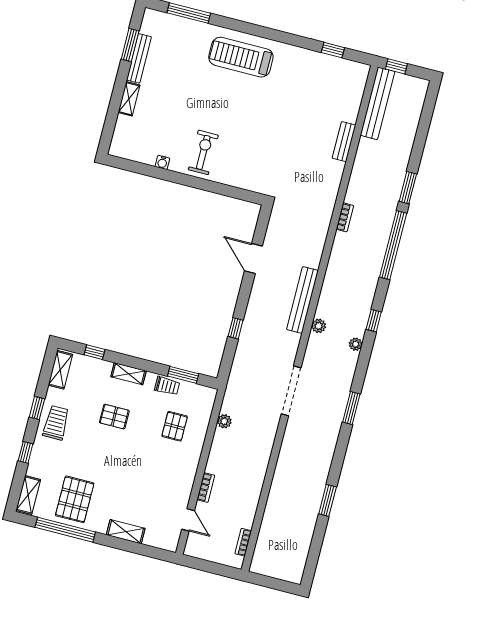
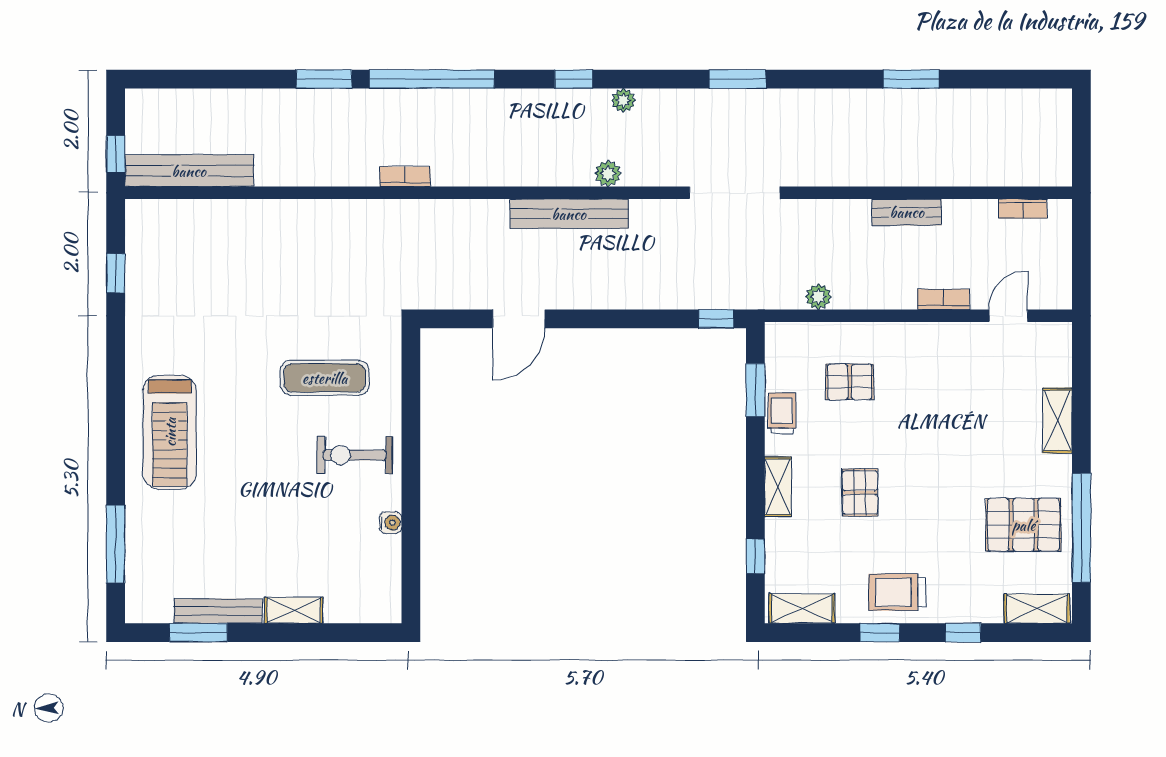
bench: (344, 142) -> (907, 212), moved
exercise mat: (249, 147) -> (325, 378), added
window: (236, 328) -> (716, 319), moved

